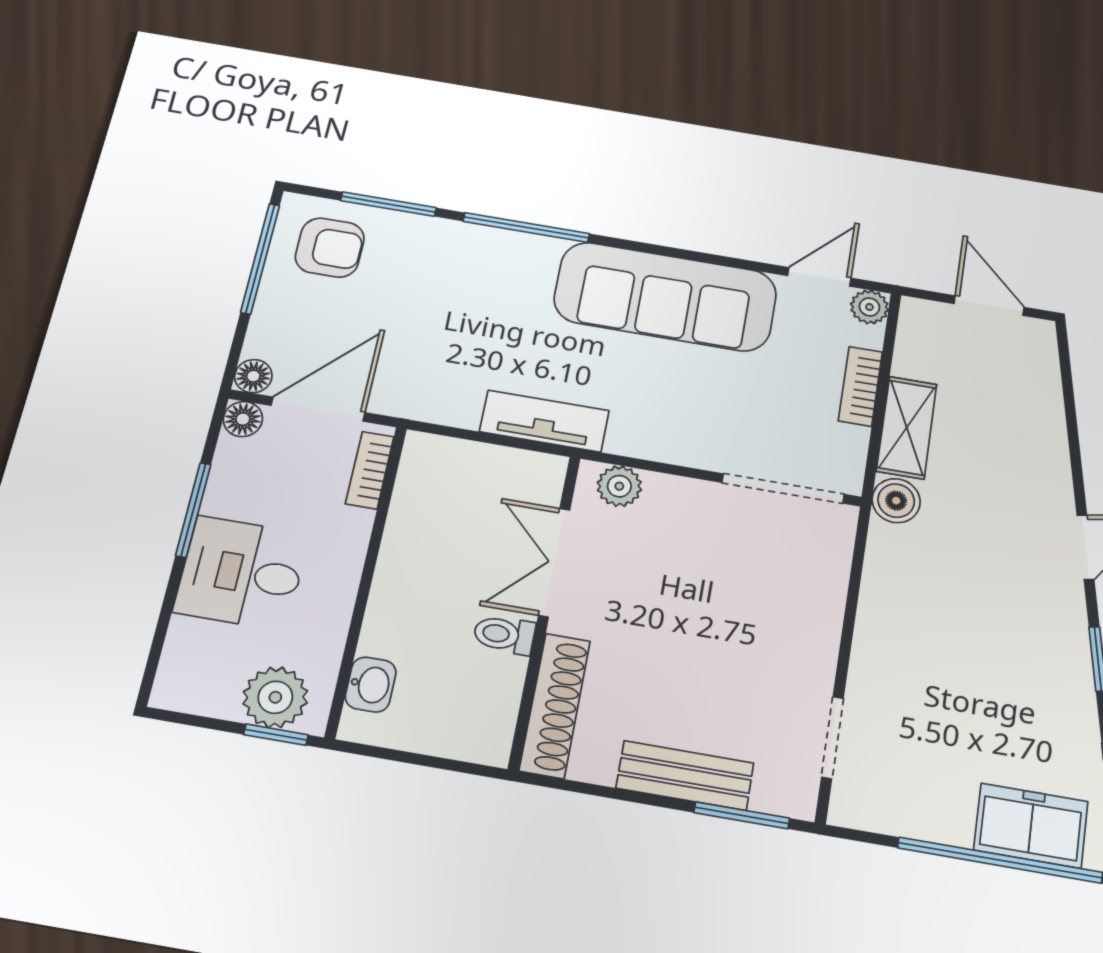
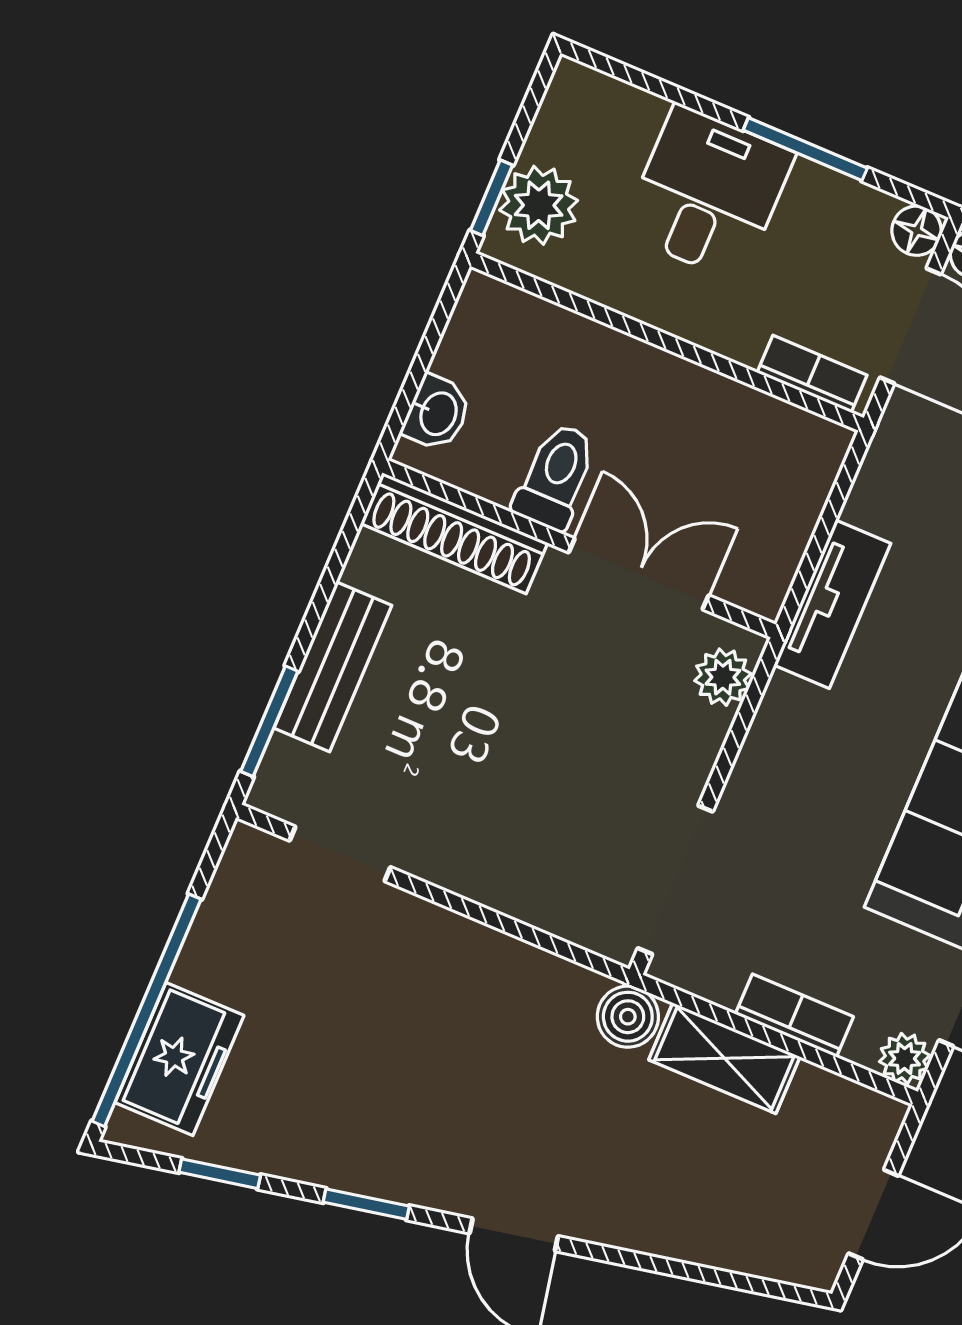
toilet: (504, 635) -> (556, 476), width x1.37, depth x1.39
washbasin: (371, 685) -> (437, 413), moved, turned -90

